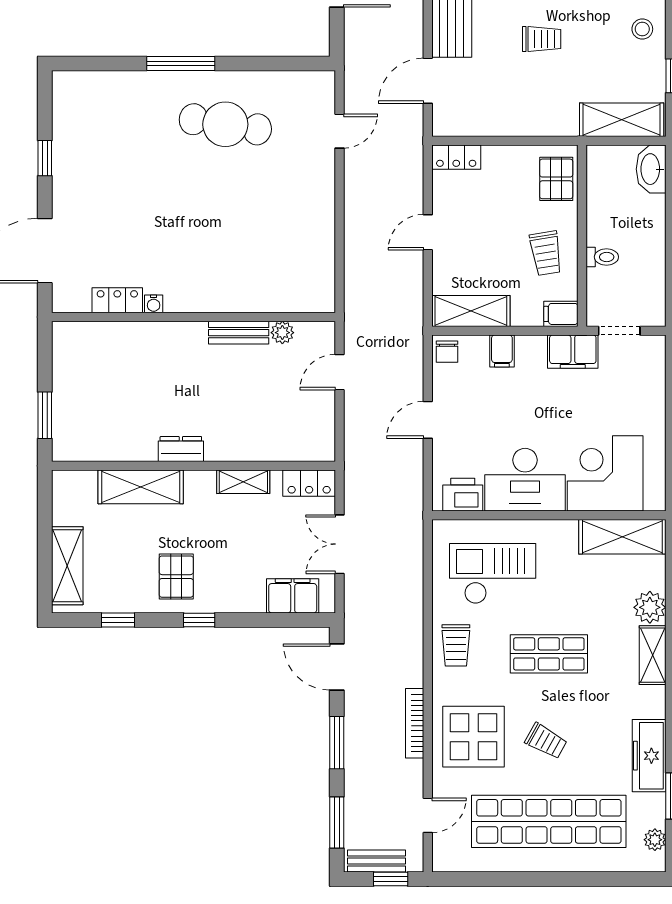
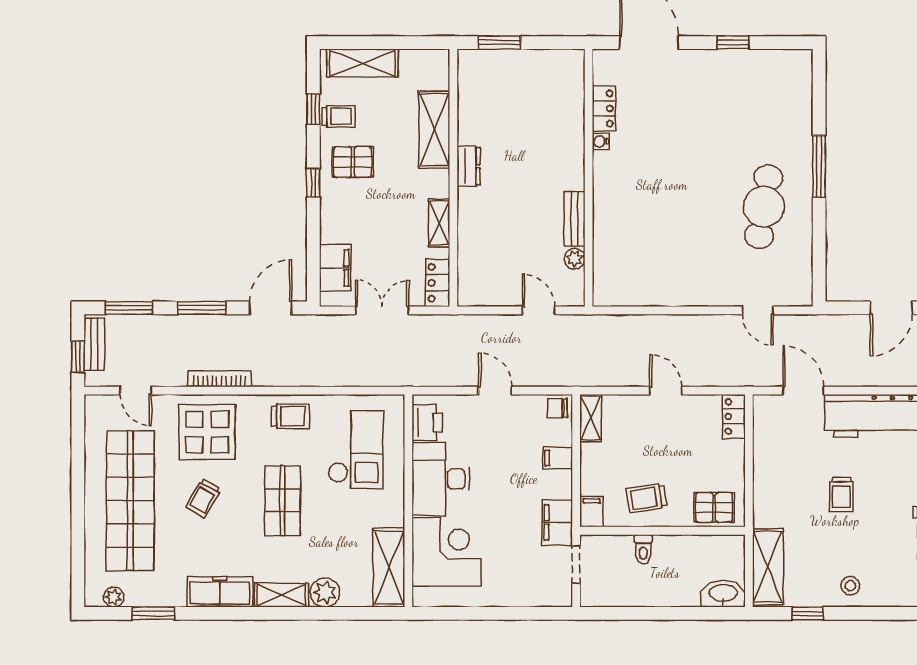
shelving: (471, 311) -> (591, 418), width x0.67, depth x0.75
trolley: (126, 592) -> (339, 116), added
trolley: (456, 645) -> (290, 416), turned 180
freezer: (649, 756) -> (220, 592), moved

